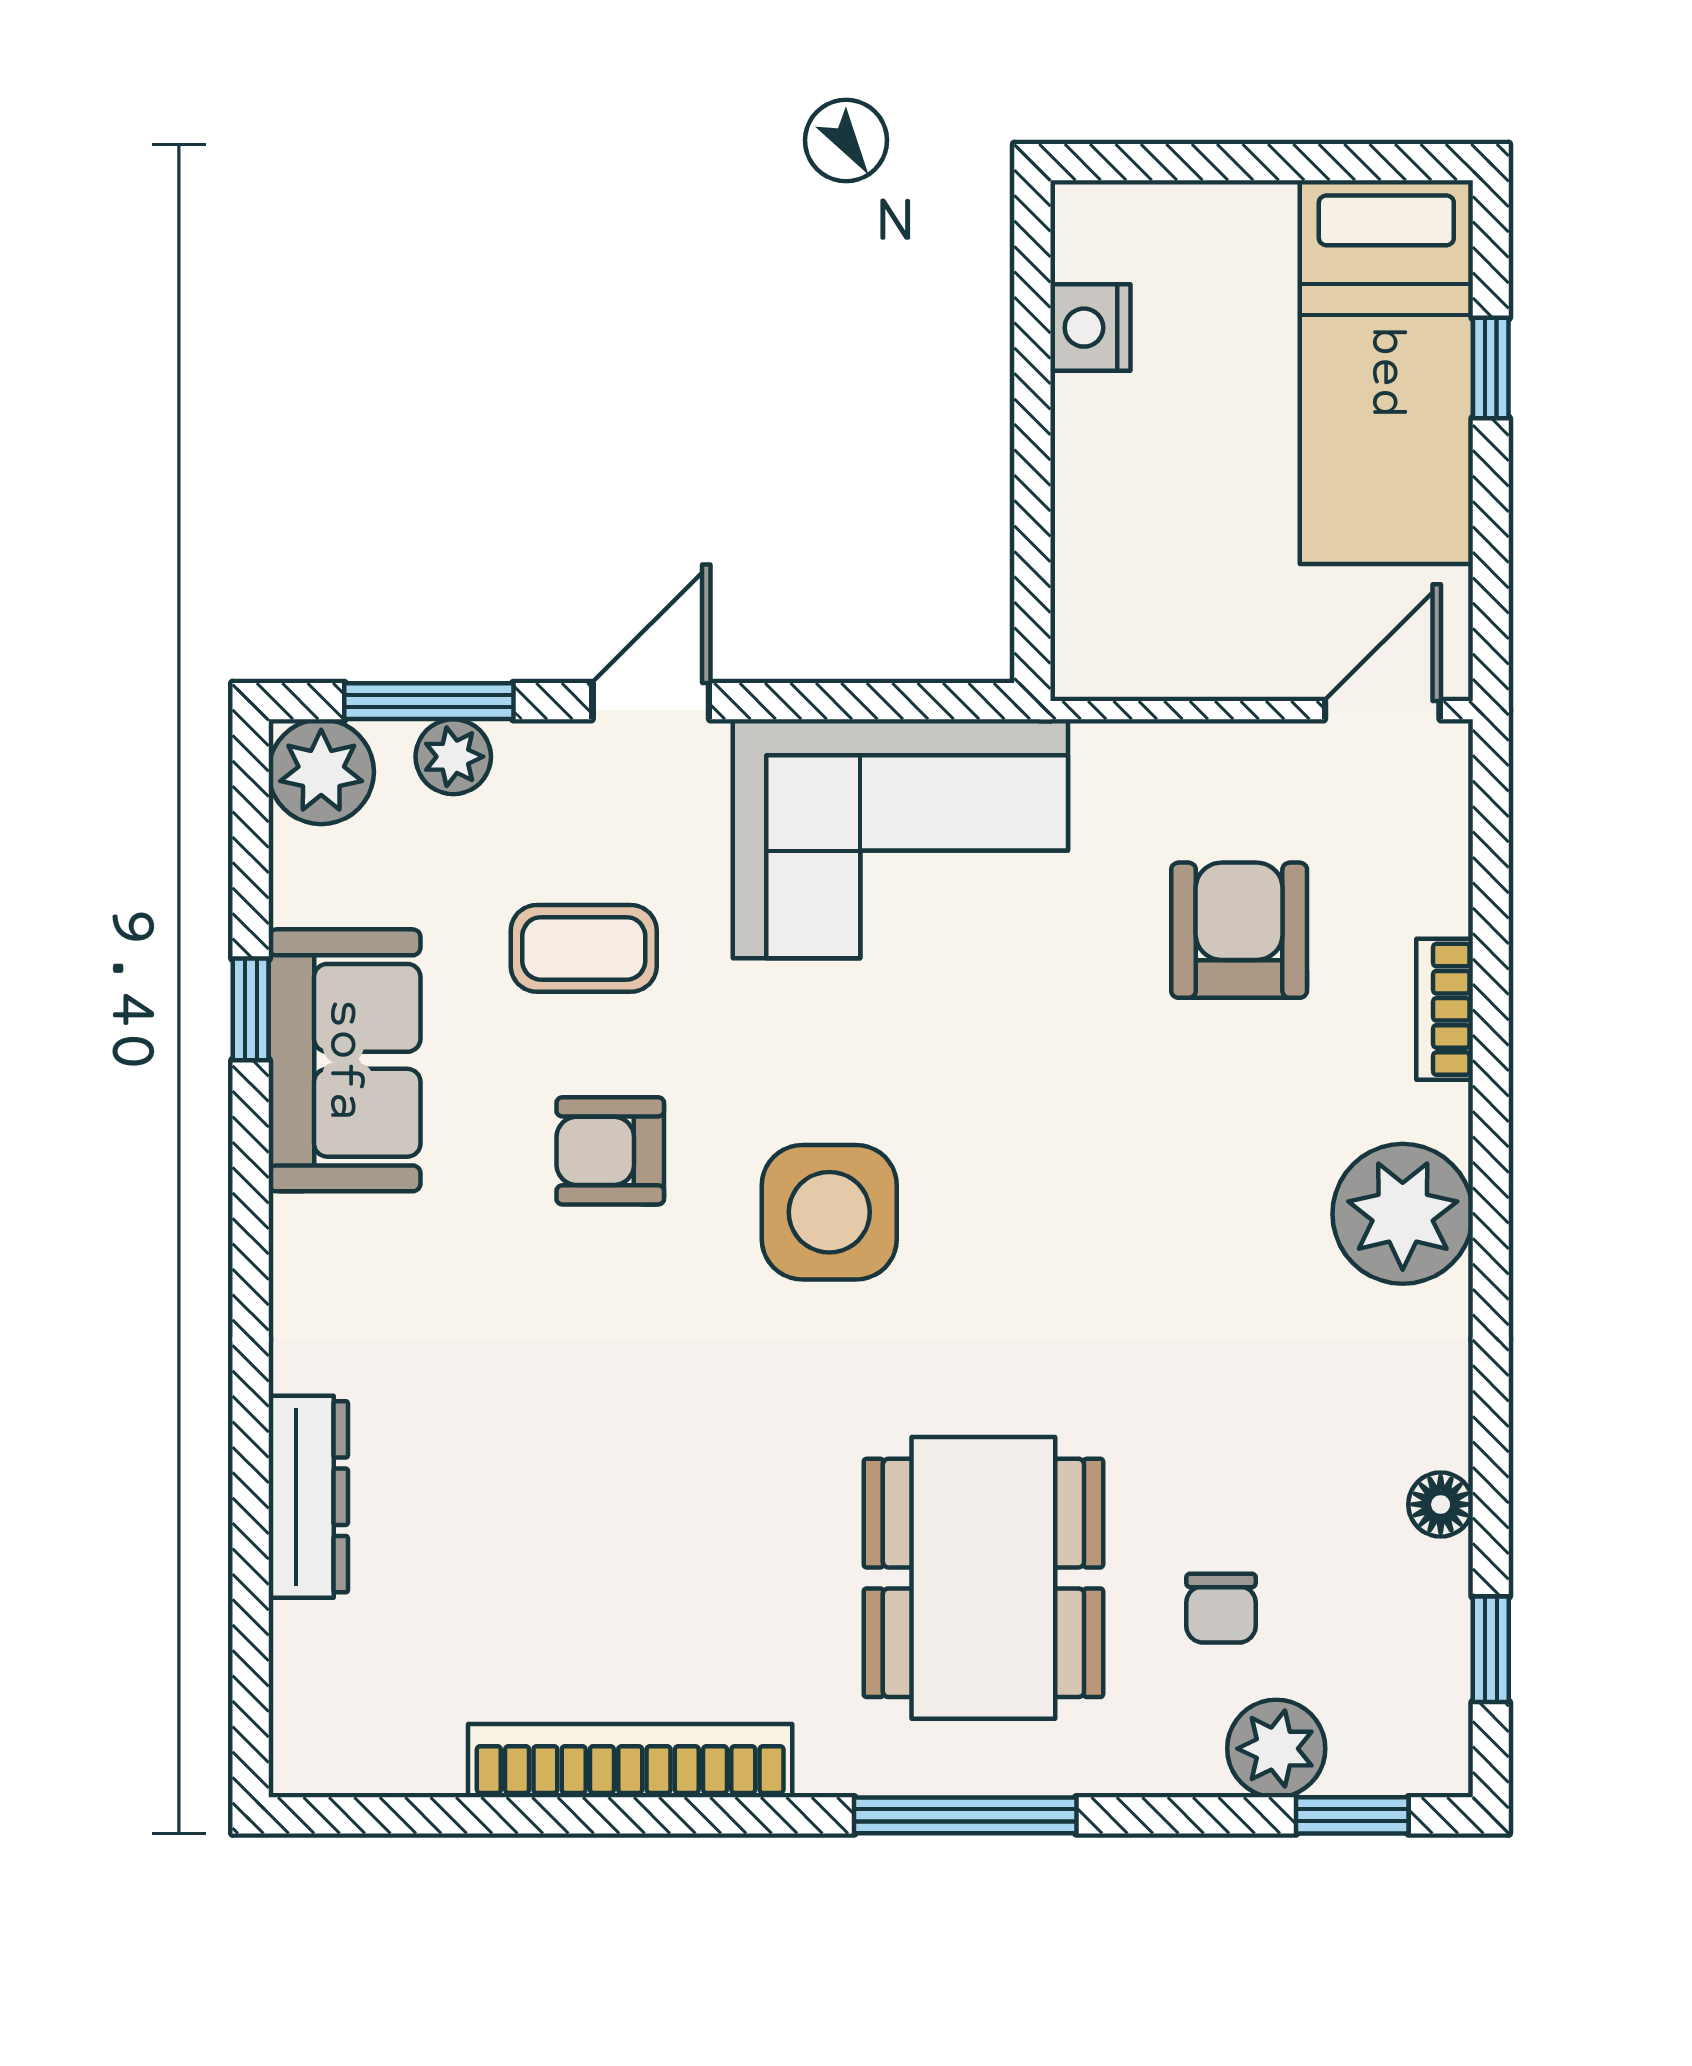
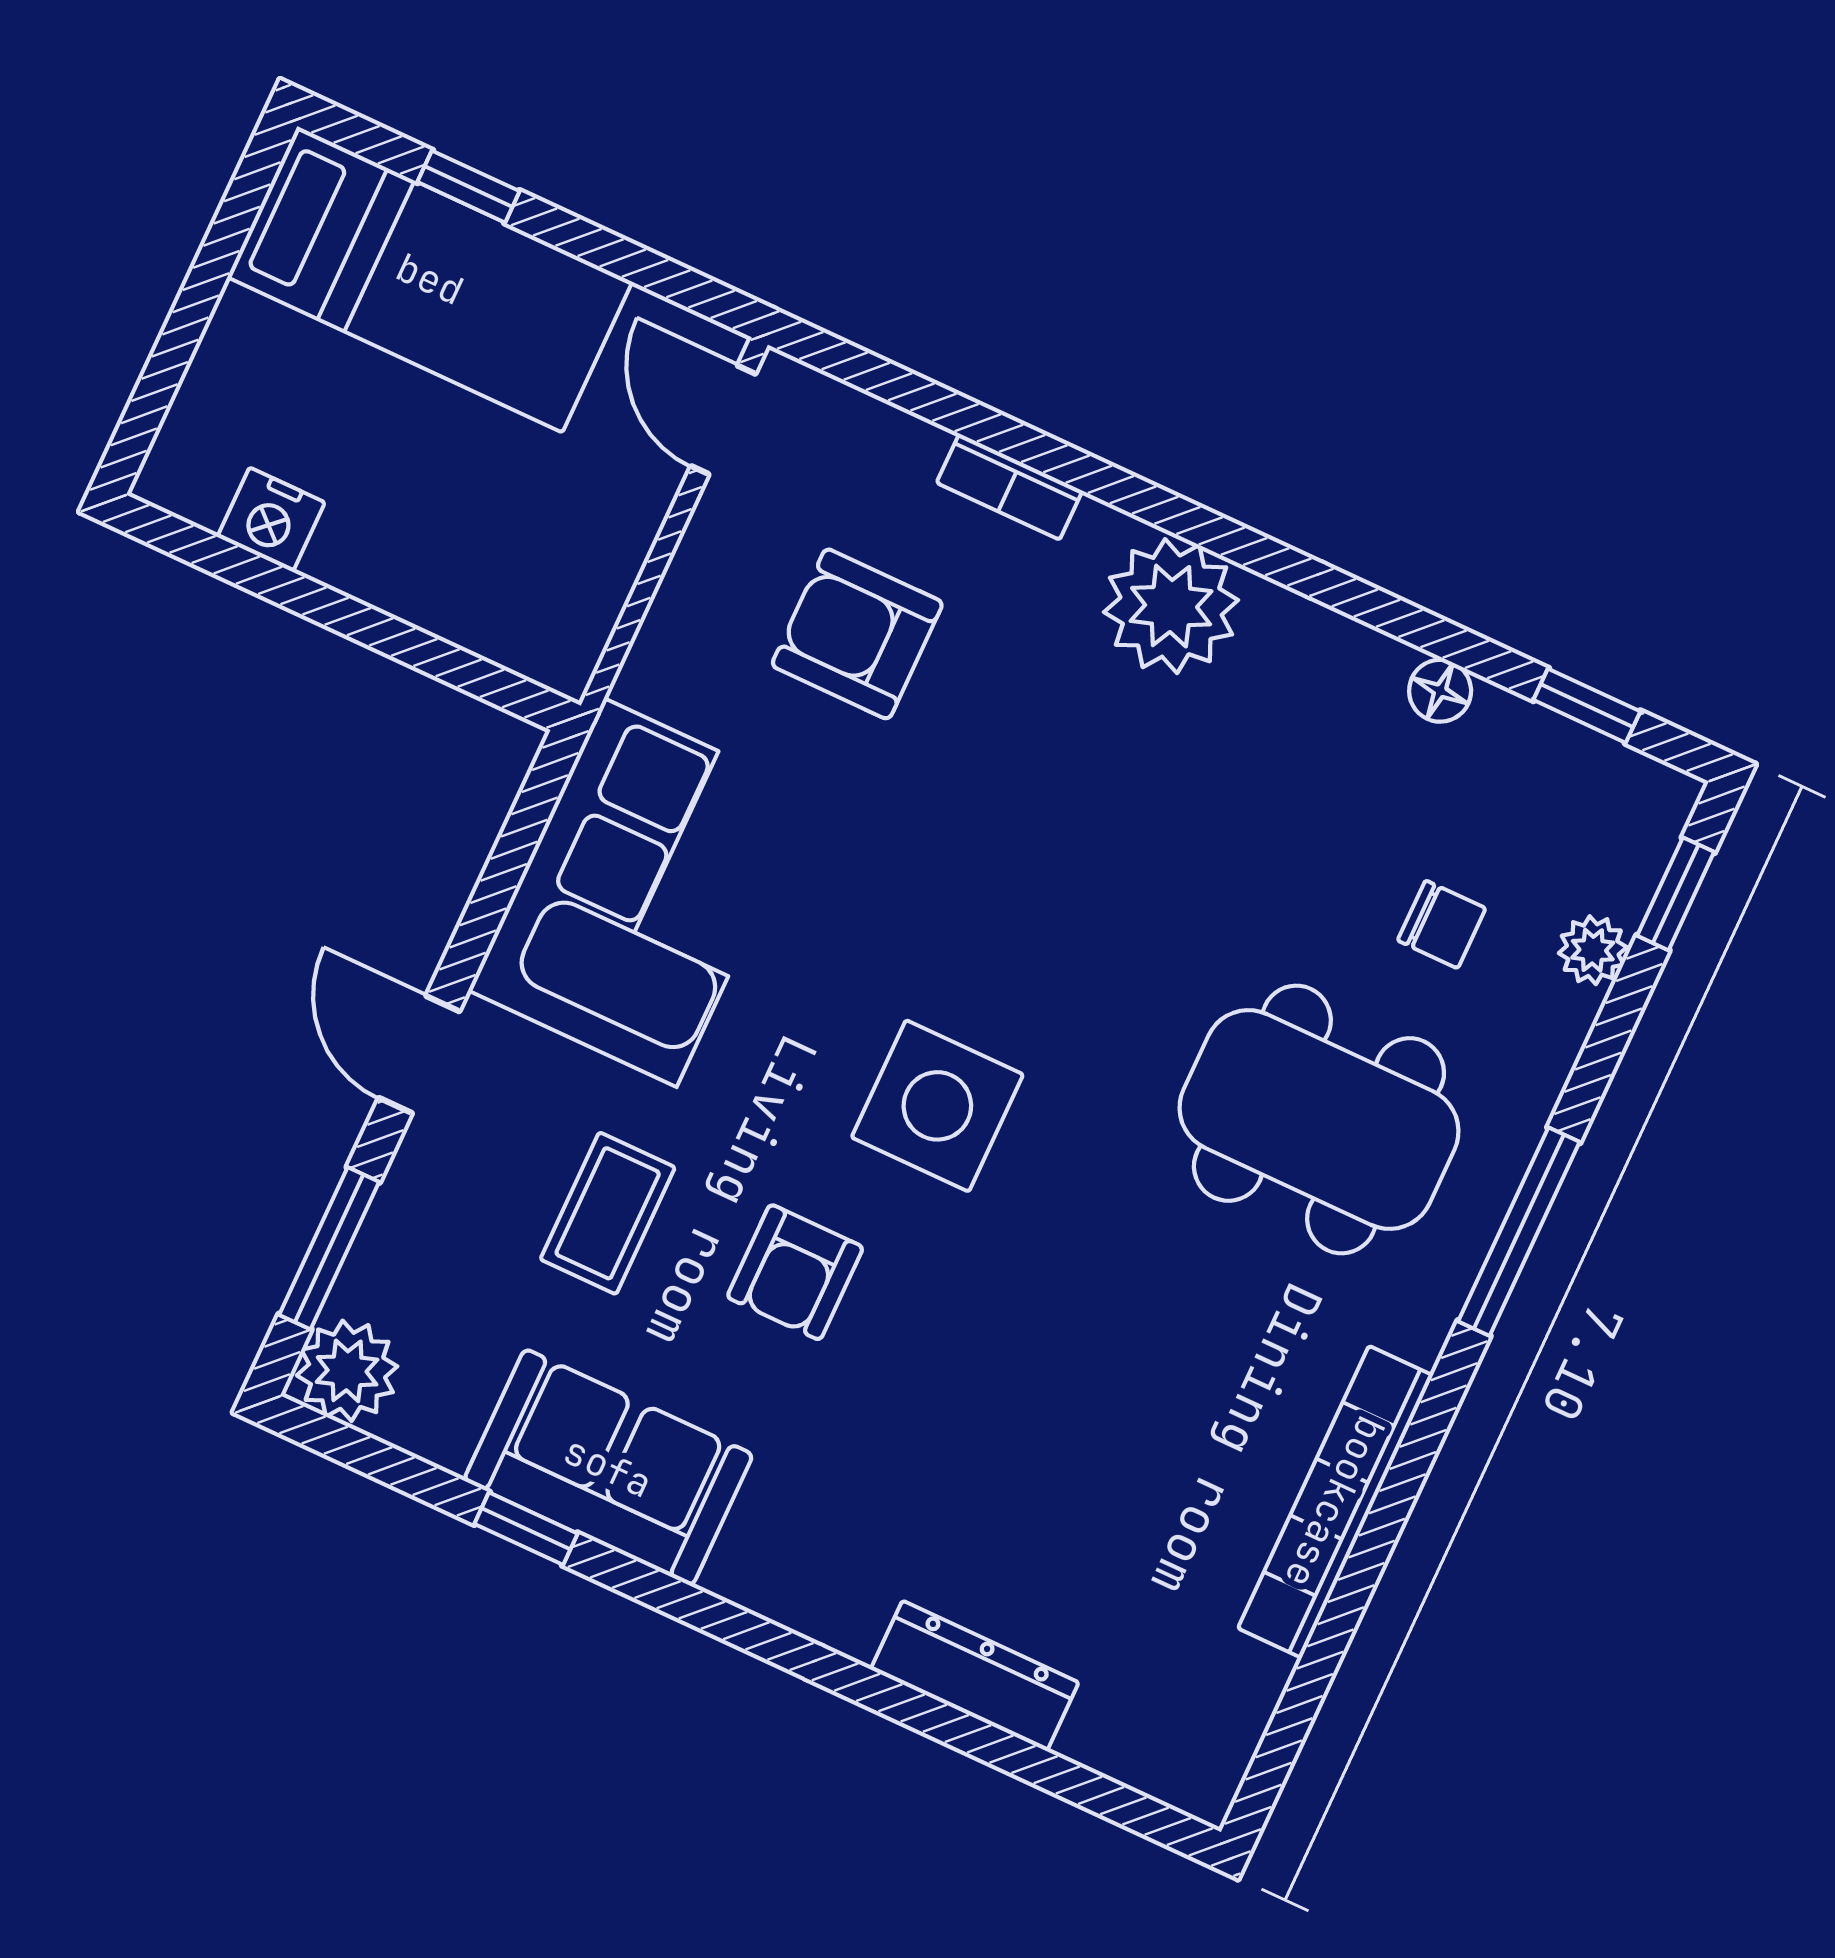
plant: (453, 757) -> (387, 1250), removed
plant: (1276, 1749) -> (1593, 950), width x0.73, depth x0.73

